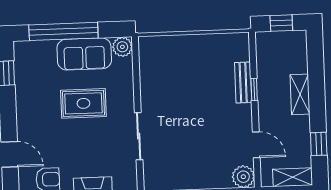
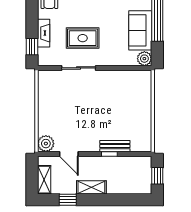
shelving: (300, 94) -> (91, 187), moved
rug: (83, 103) -> (83, 38), moved, turned 90
door: (256, 145) -> (69, 154), hinge flipped

